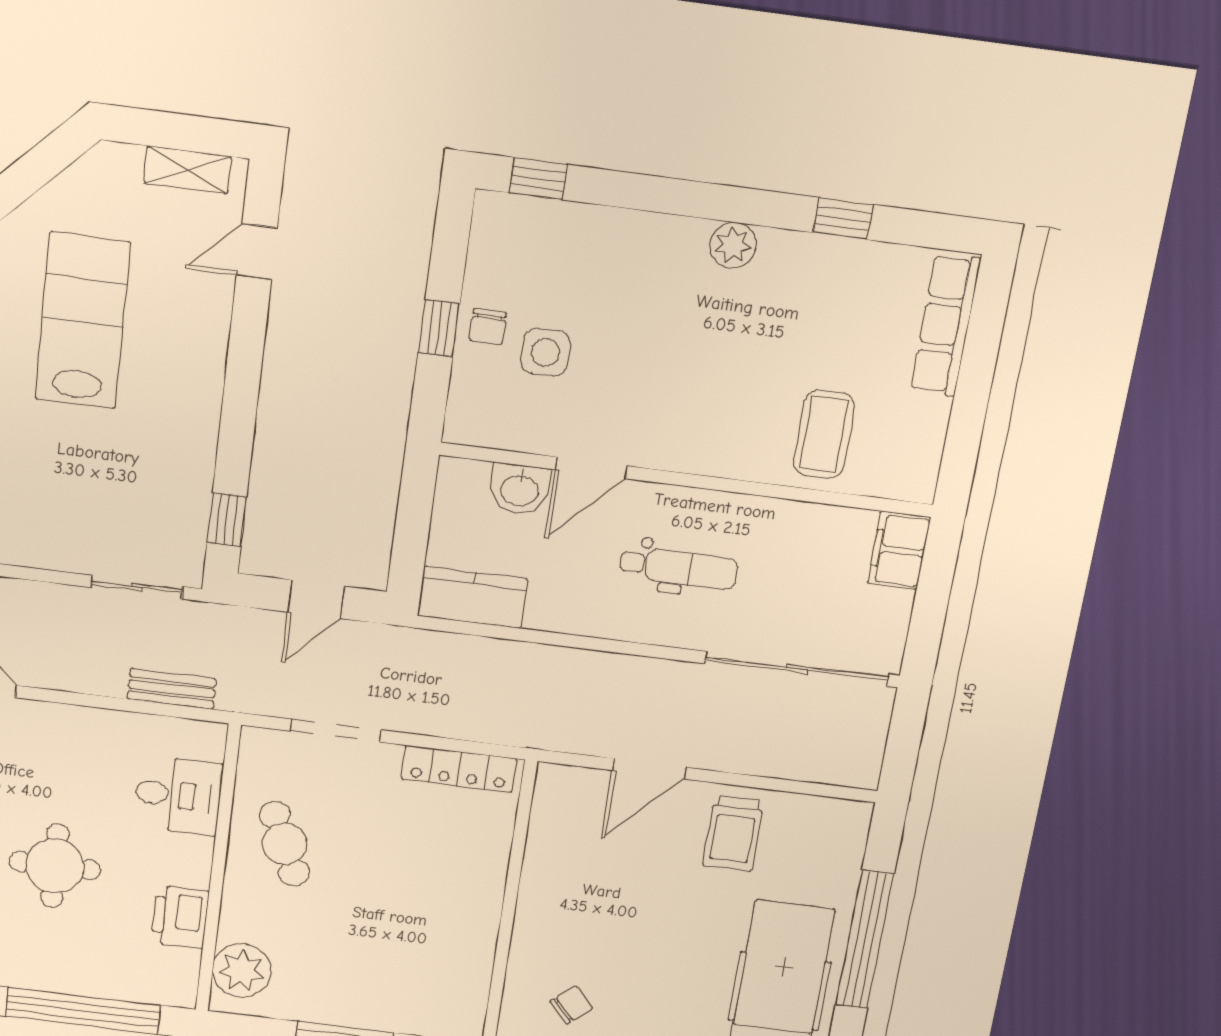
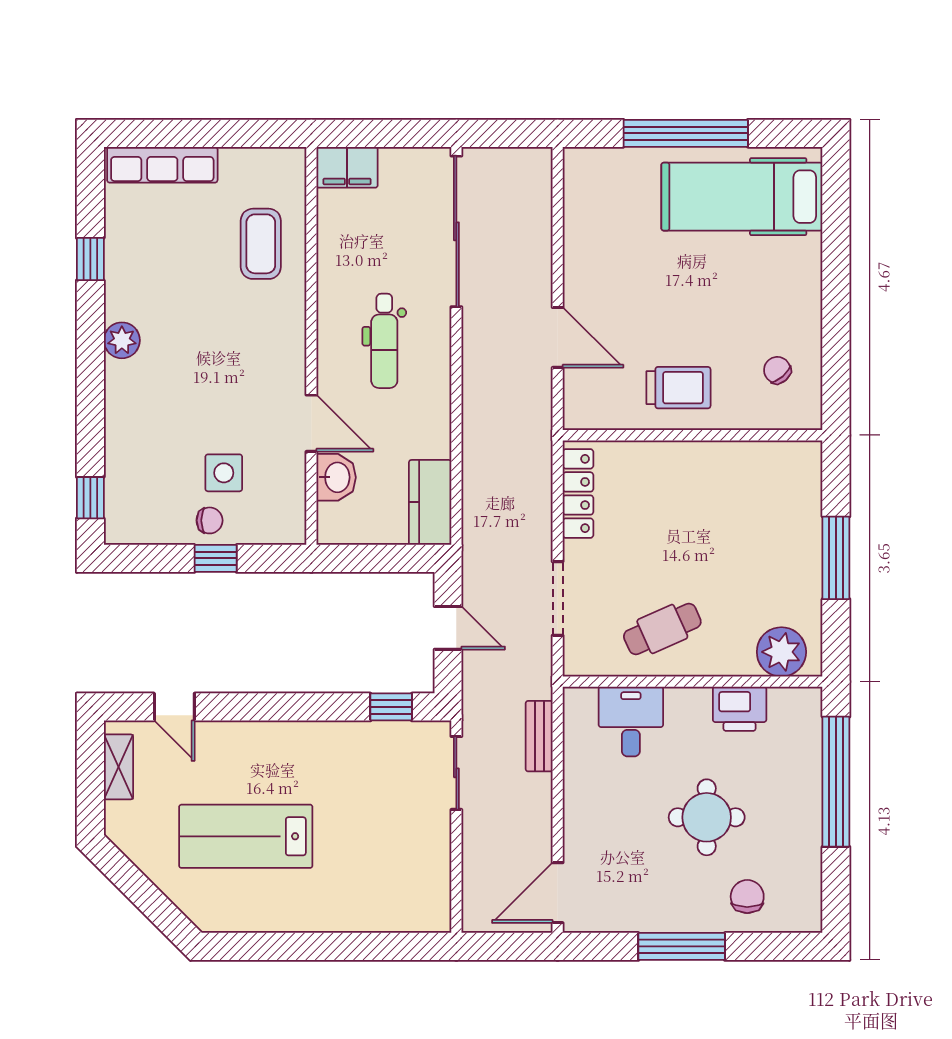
coffee table: (824, 434) -> (261, 244), turned 90
dental chair: (679, 568) -> (384, 341), turned 180
trolley: (733, 834) -> (678, 388), moved

